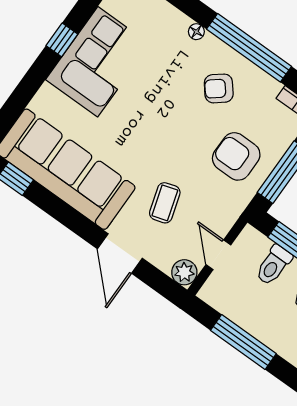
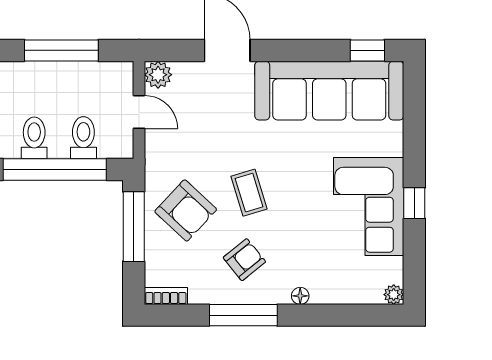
window: (249, 48) -> (243, 315), width x0.68
armchair: (236, 156) -> (186, 210), turned 43
coffee table: (165, 203) -> (249, 193), moved

